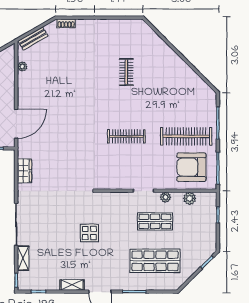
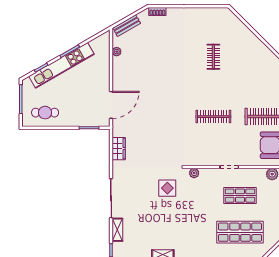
plant: (165, 197) -> (194, 173), moved
display table: (89, 233) -> (167, 188), moved

